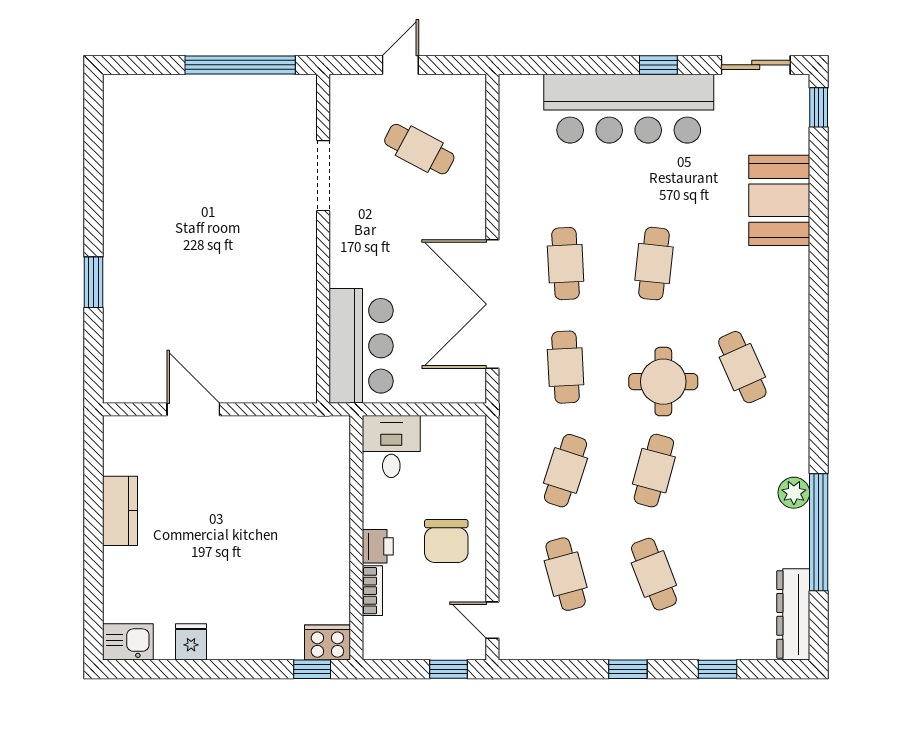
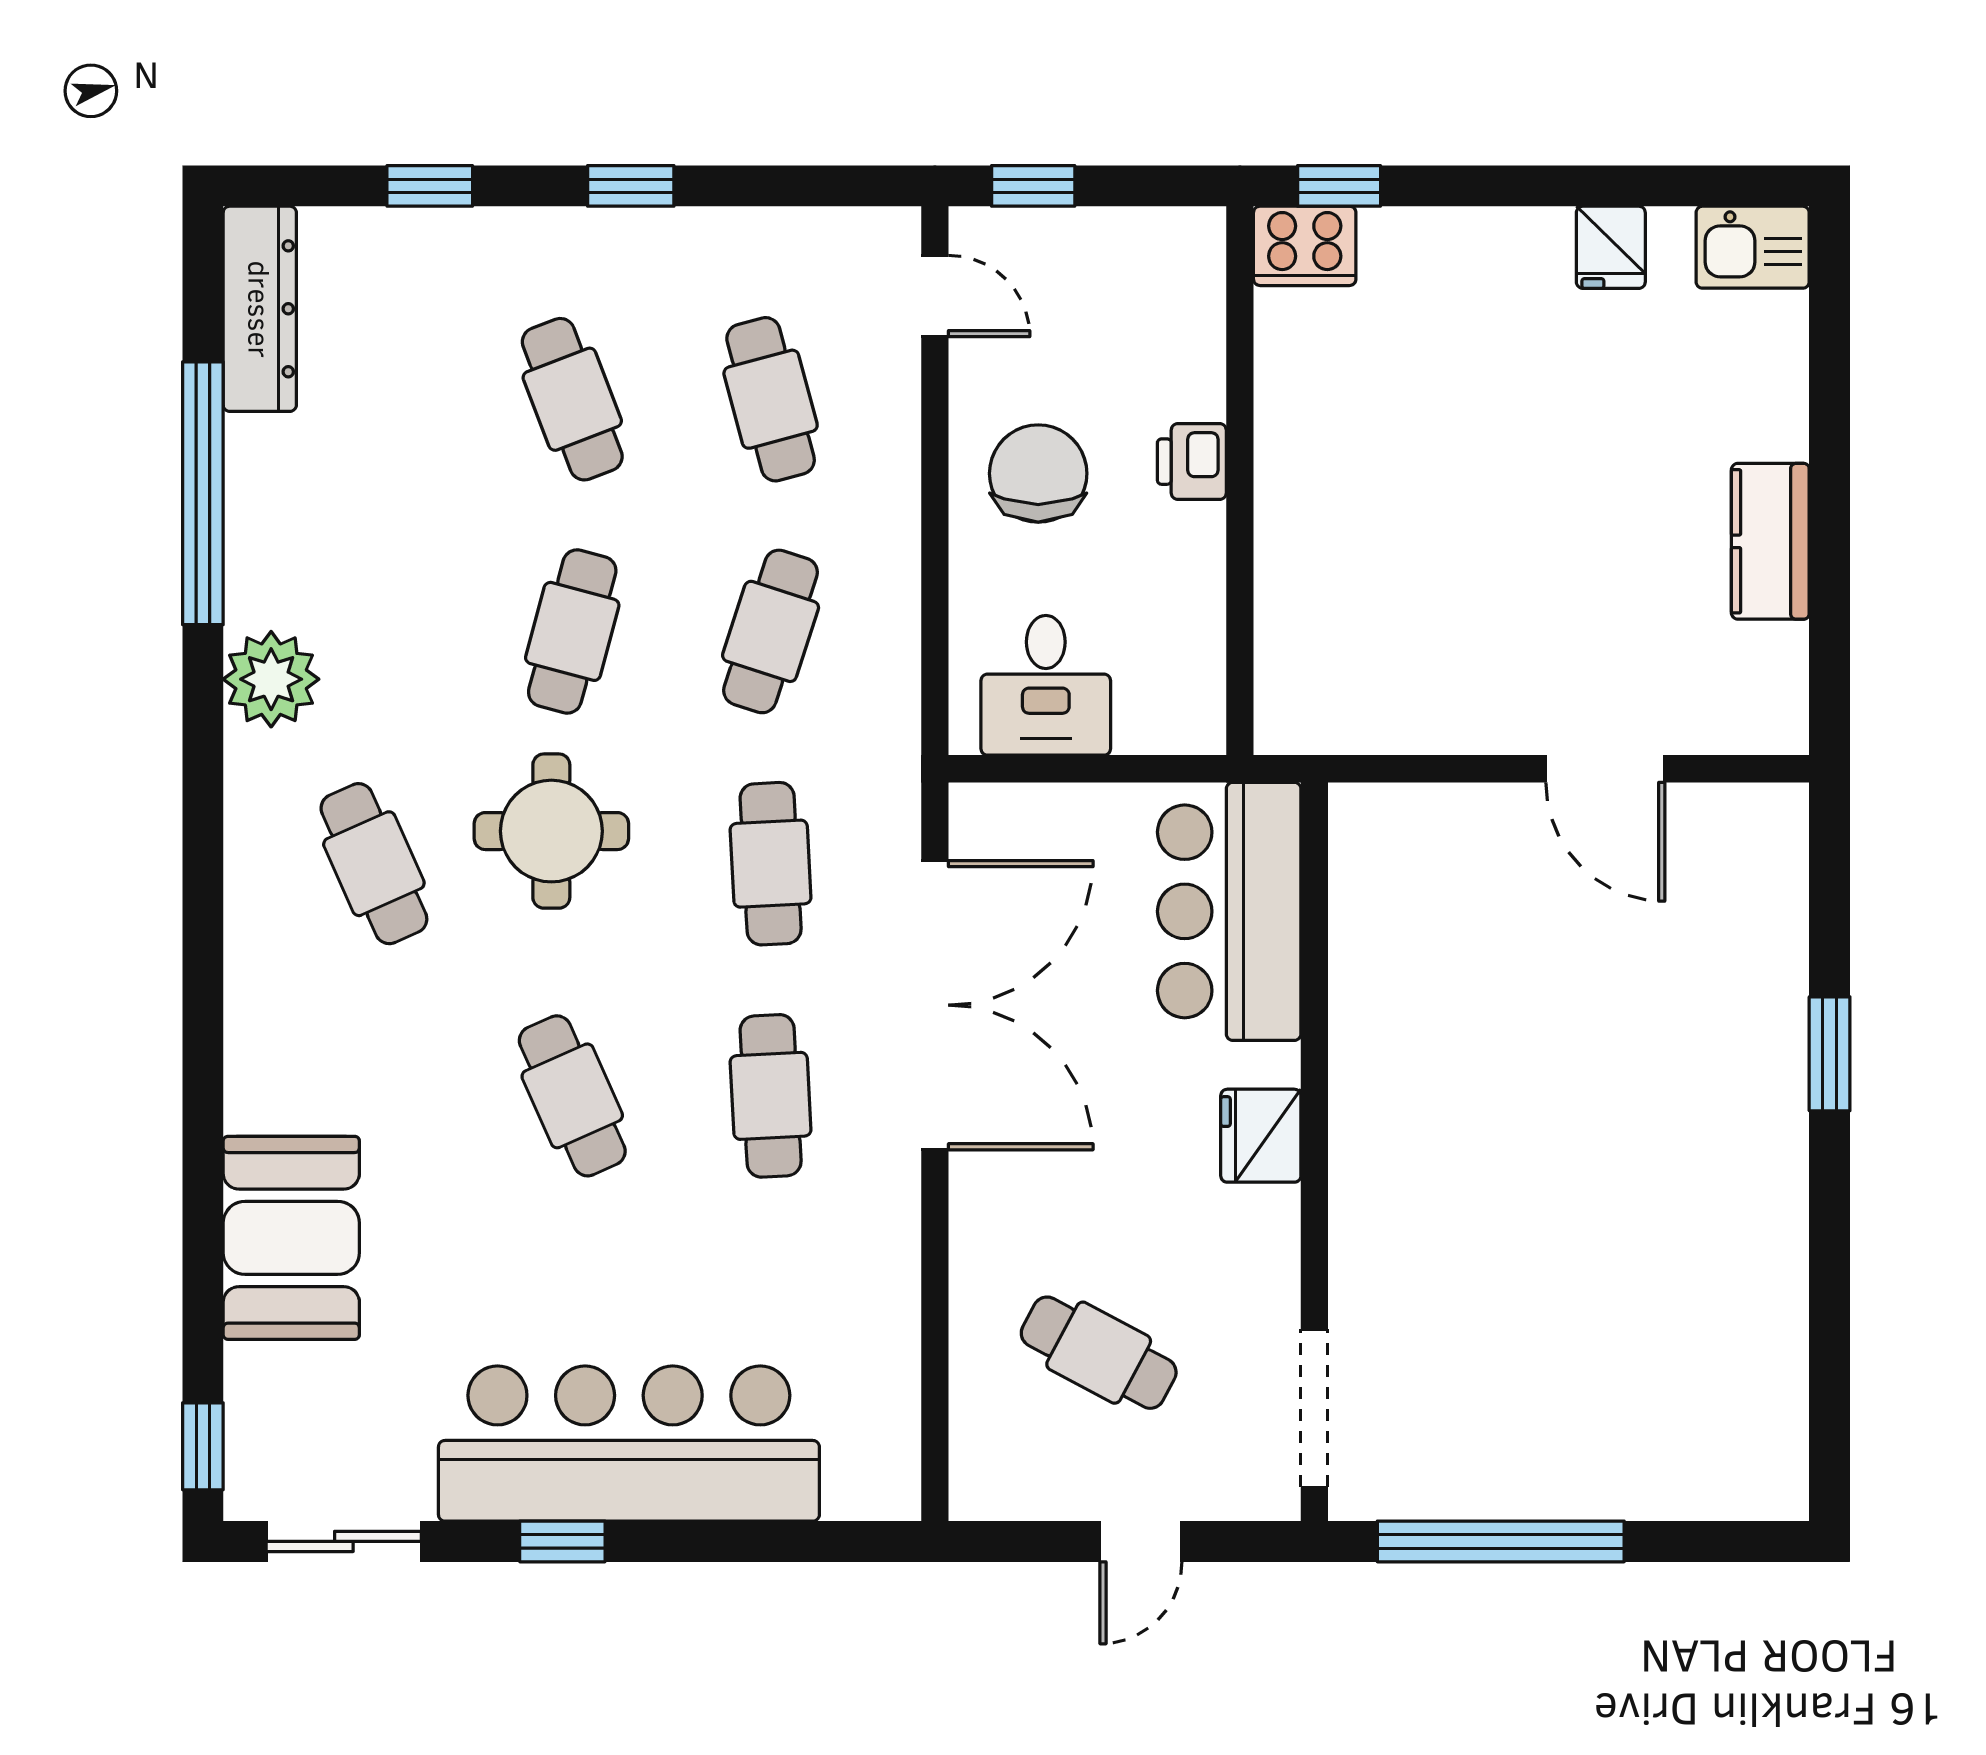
doorway: (323, 176) -> (1314, 1408), moved
fridge: (347, 246) -> (1261, 1136), added
cafe table: (654, 264) -> (572, 1096), turned -30
desk: (391, 447) -> (1046, 685), moved
plant: (794, 493) -> (271, 679), moved, width x1.36, depth x1.36
bookcase: (372, 591) -> (1204, 362), removed

